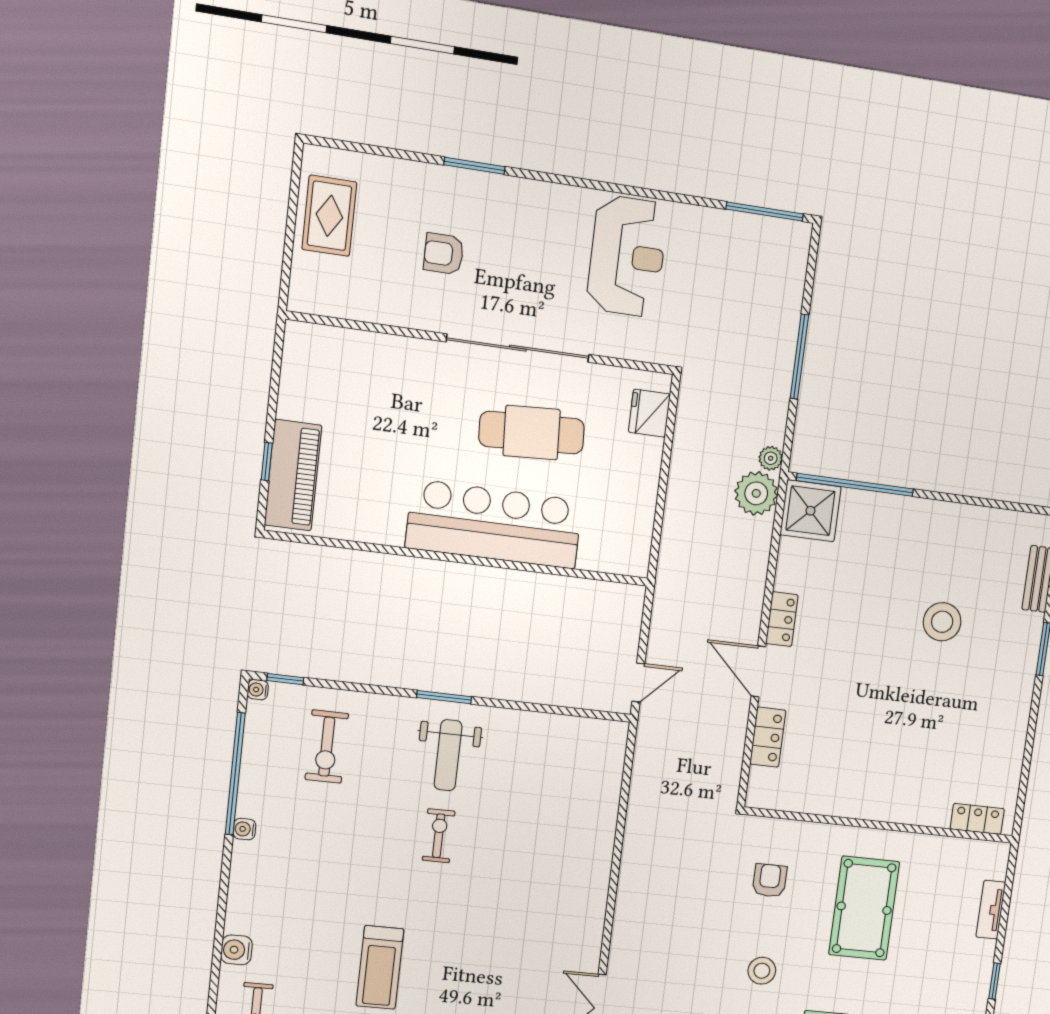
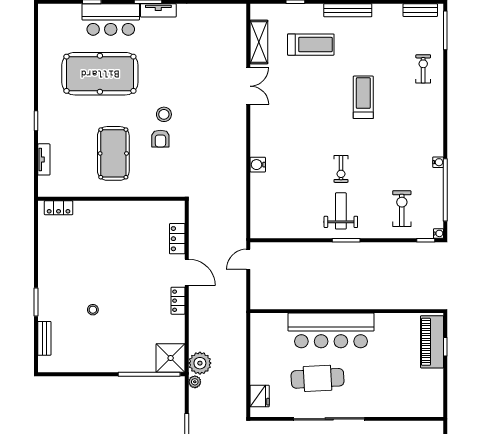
stool: (942, 622) -> (93, 310), width x0.53, depth x0.53
armchair: (770, 880) -> (160, 139), moved
water cooler: (236, 950) -> (258, 165), moved, turned 180

